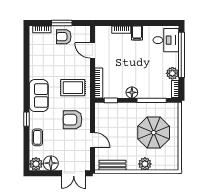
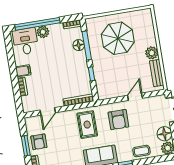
plant: (172, 73) -> (43, 32), moved
floor lamp: (132, 92) -> (79, 45), moved
window: (111, 100) -> (92, 74), moved
plant: (145, 164) -> (152, 53), moved

